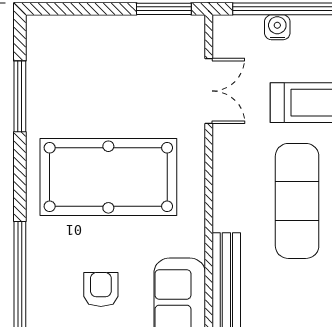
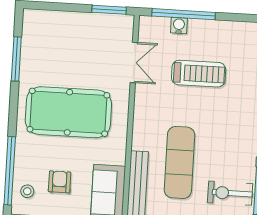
exercise mat: (297, 201) -> (179, 162), moved
stool: (50, 308) -> (27, 191), added

